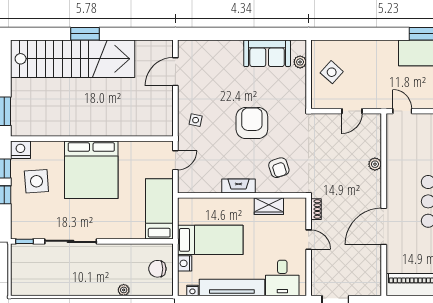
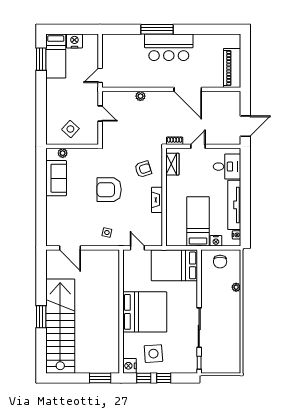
wardrobe: (269, 206) -> (172, 164), moved
bed: (159, 209) -> (174, 265), width x1.50

